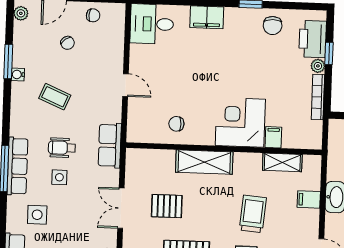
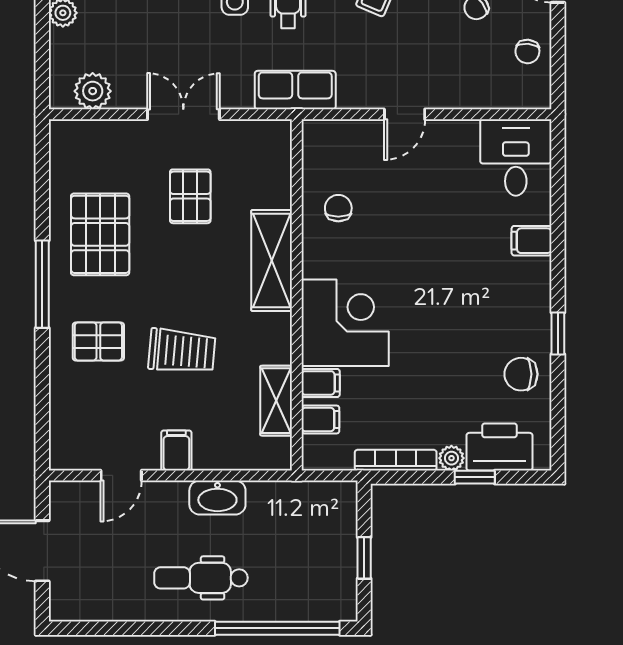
filing cabinet: (207, 17) -> (532, 241), width x0.50
filing cabinet: (294, 138) -> (320, 419), added
filing cabinet: (309, 199) -> (176, 450), moved

